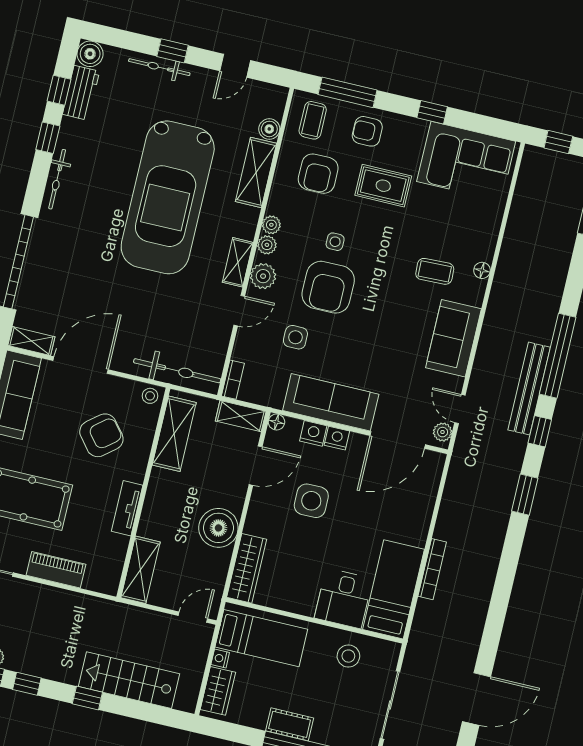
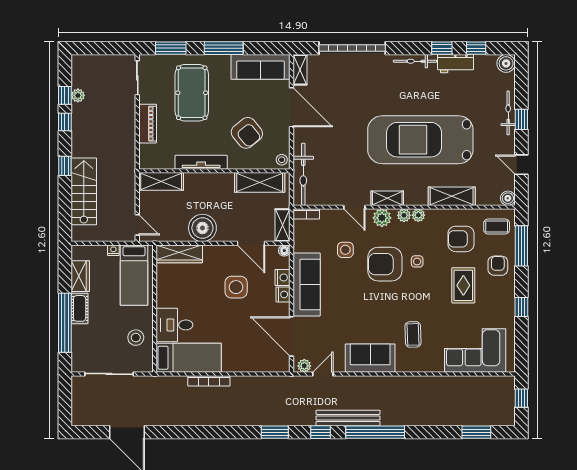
workbench: (81, 93) -> (456, 64), moved
boiler: (269, 129) -> (508, 198), moved
corner sofa: (466, 161) -> (475, 351), moved, turned 90
floor lamp: (482, 270) -> (421, 367), removed
tv unit: (127, 508) -> (201, 162), width x1.41
wardrobe: (218, 691) -> (80, 276), moved, turned -90

